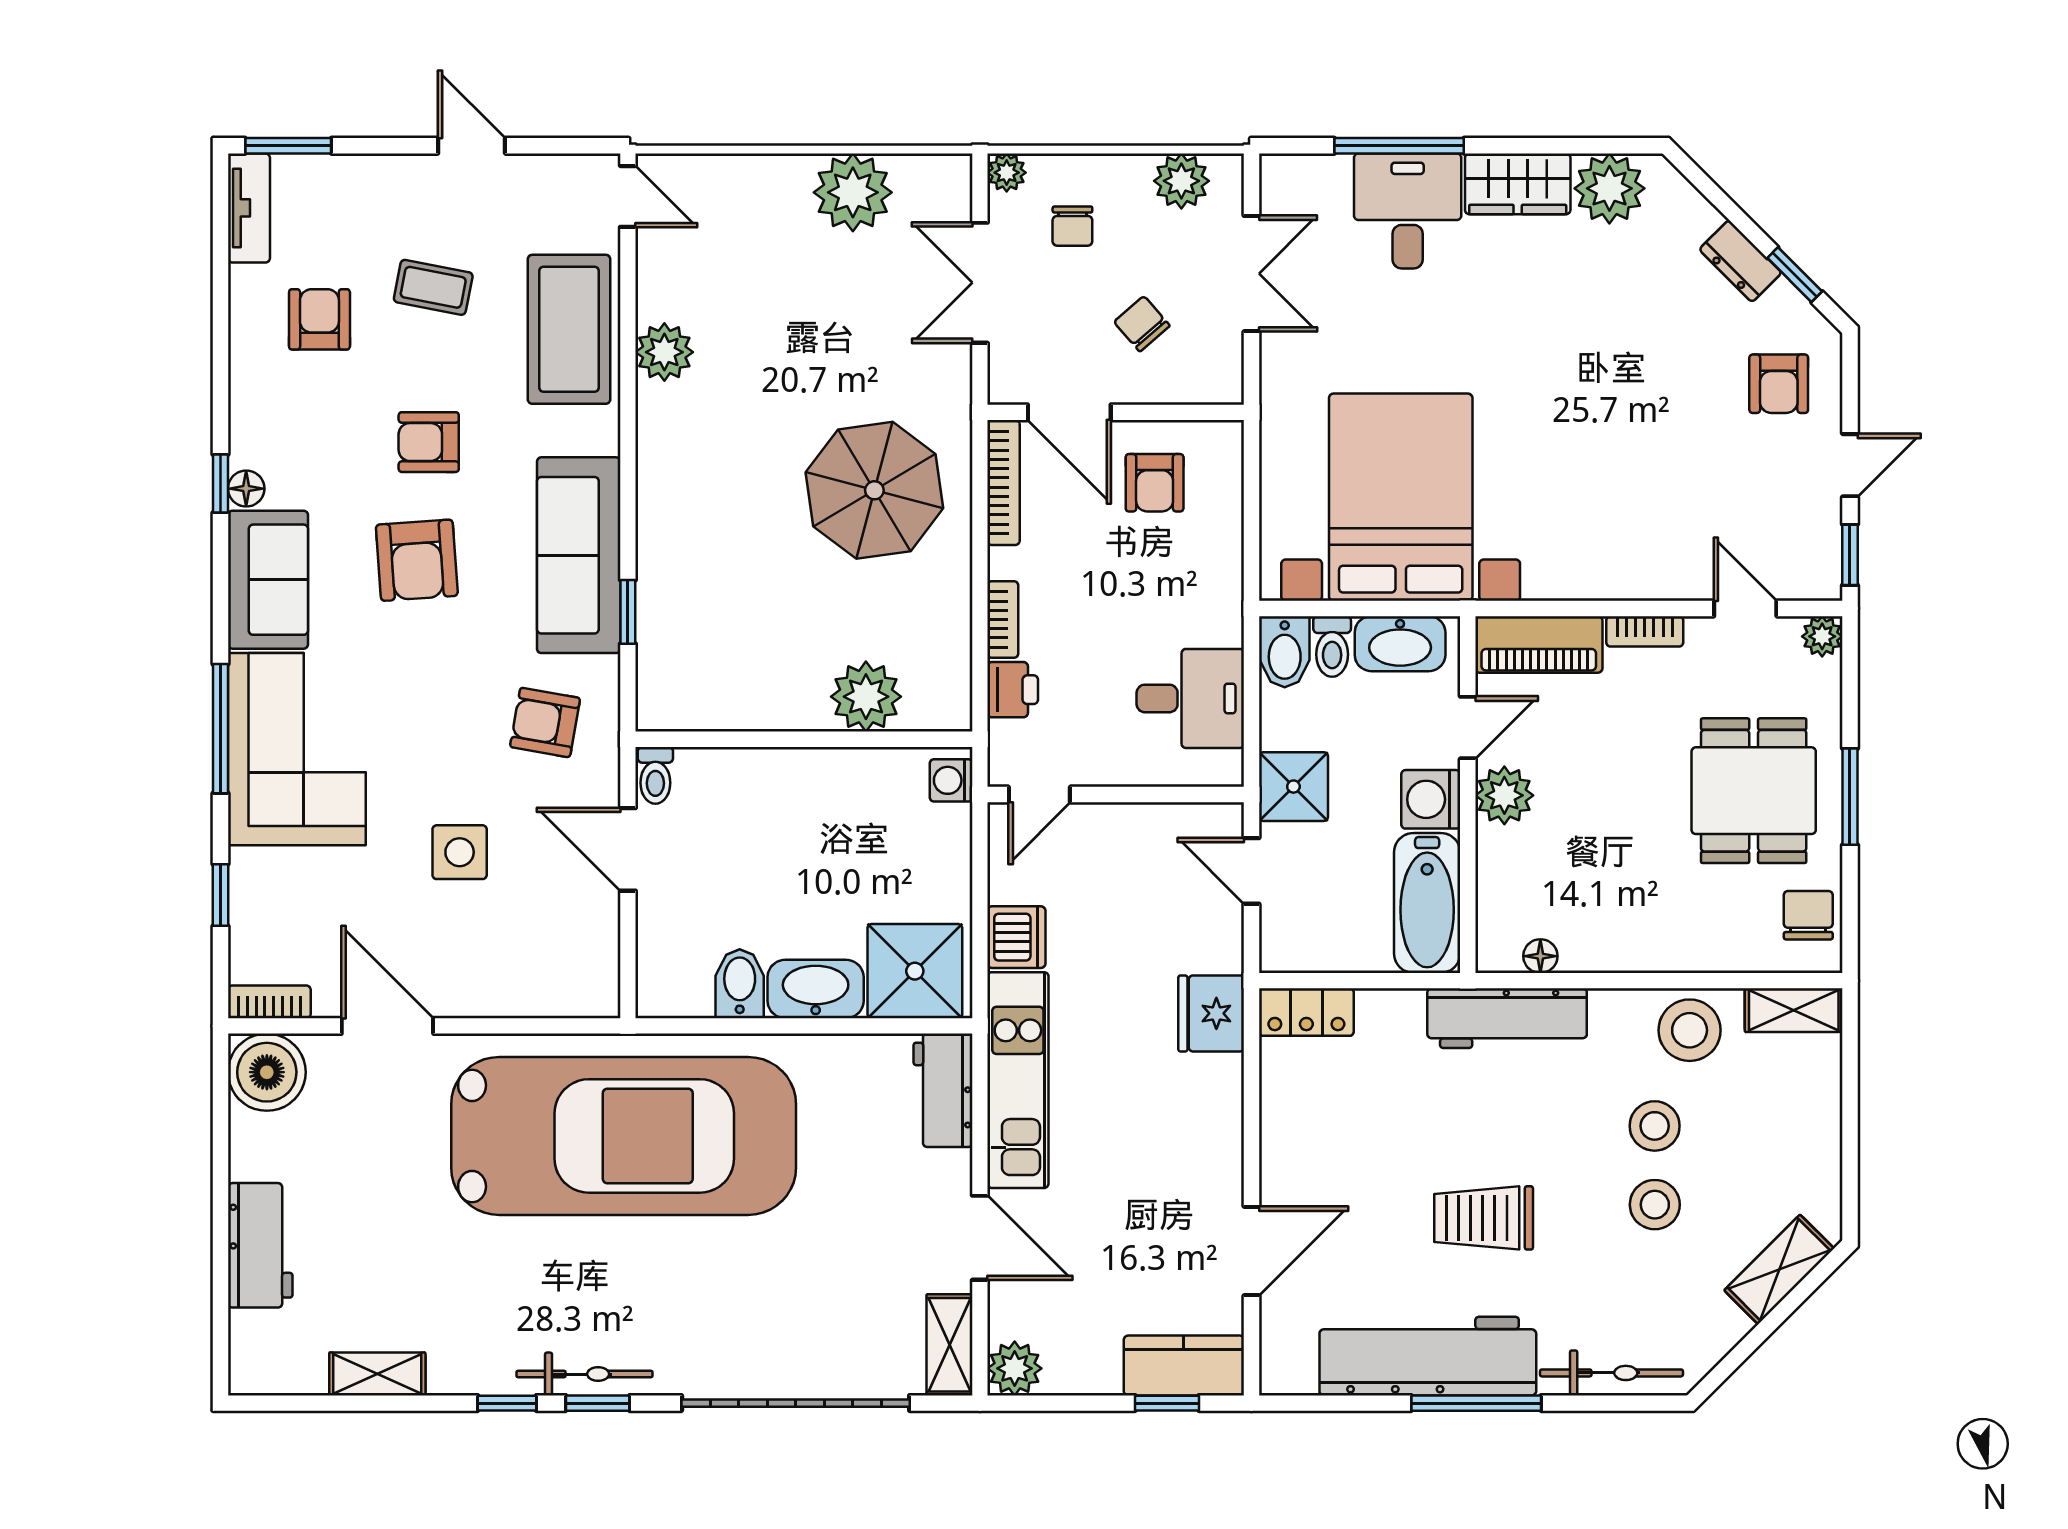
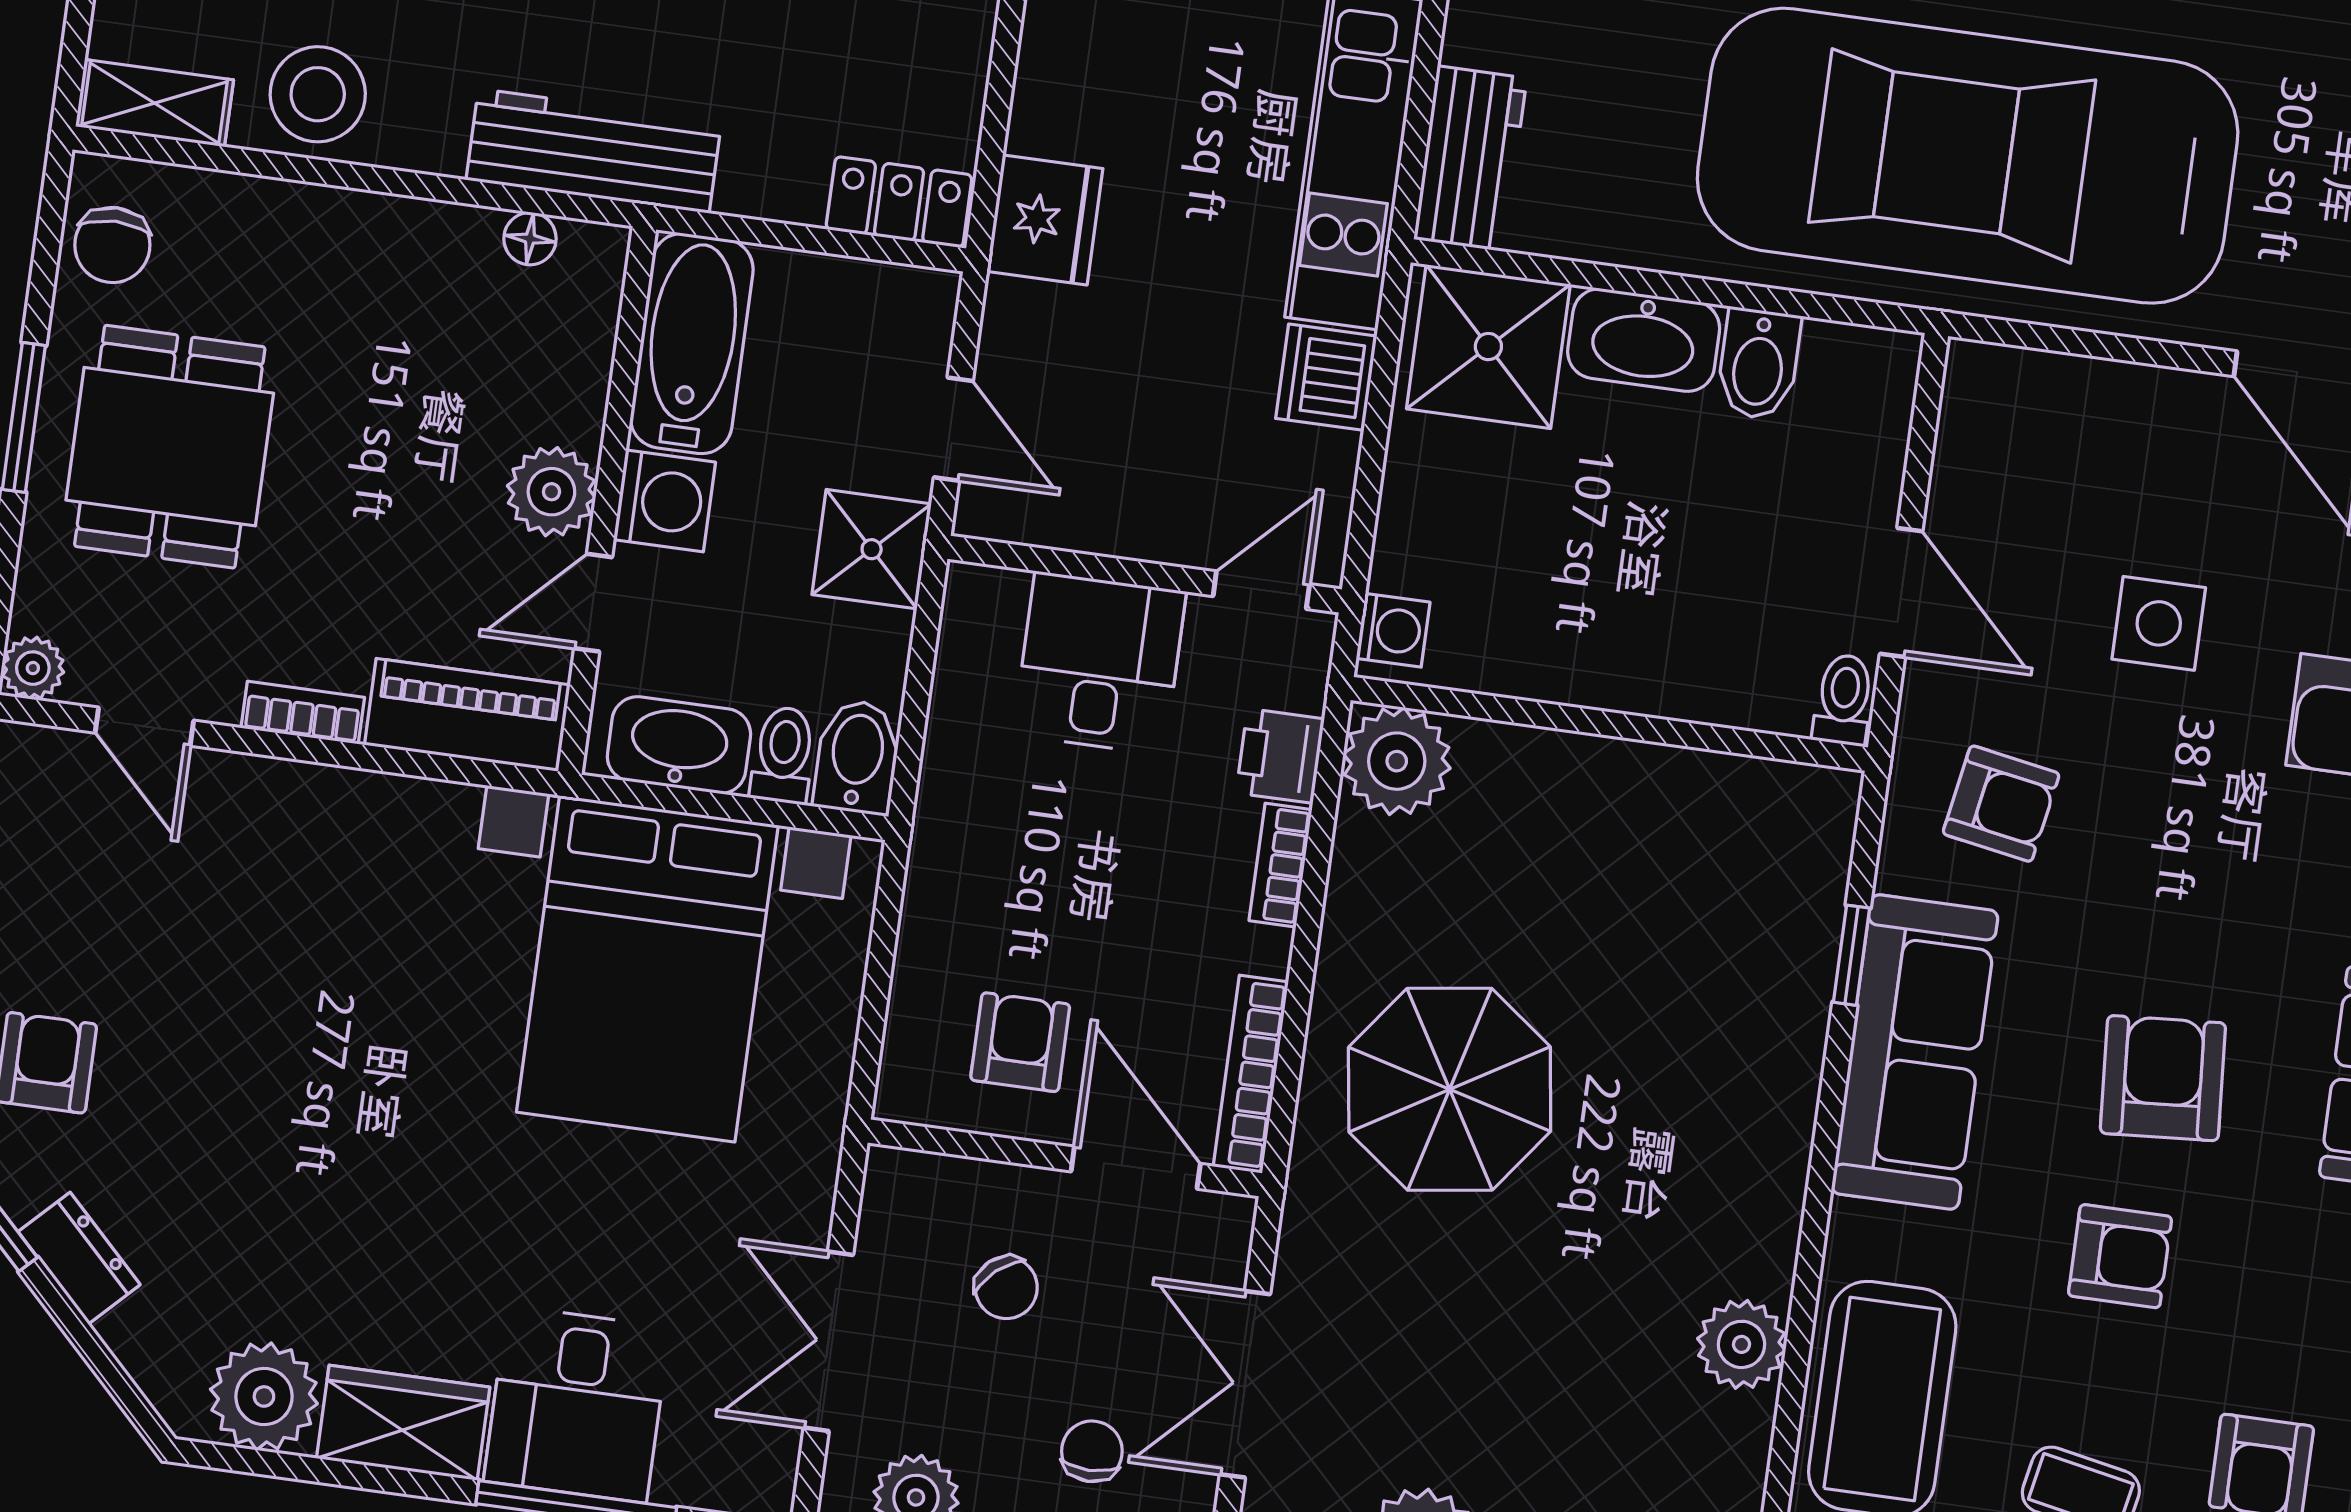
double door: (980, 283) -> (1245, 1384), swing flipped
plant: (866, 697) -> (1397, 761), moved
desk: (1190, 698) -> (1100, 663), moved, turned 90

